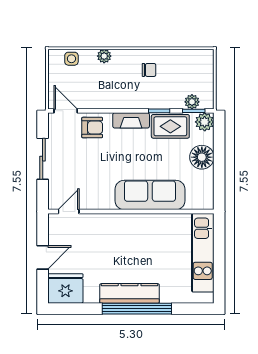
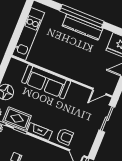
armchair: (92, 128) -> (65, 137), turned 180
sliding door: (43, 159) -> (107, 119), moved

